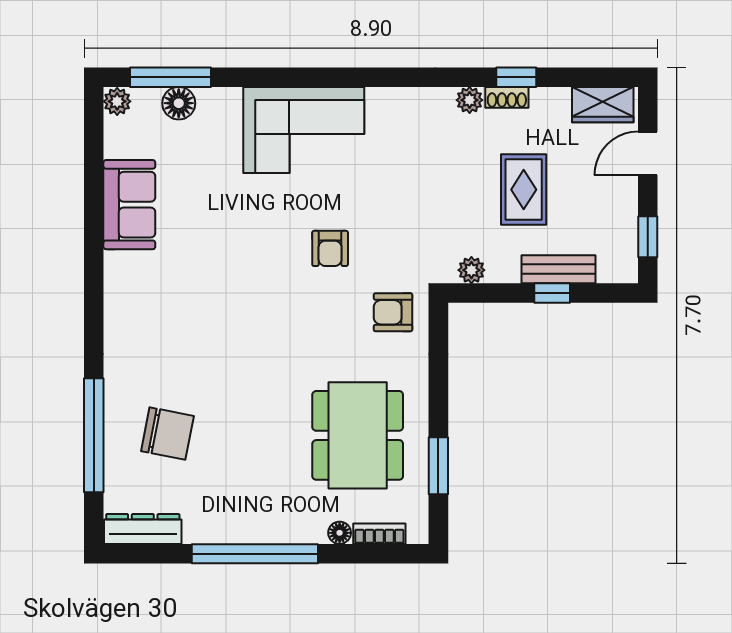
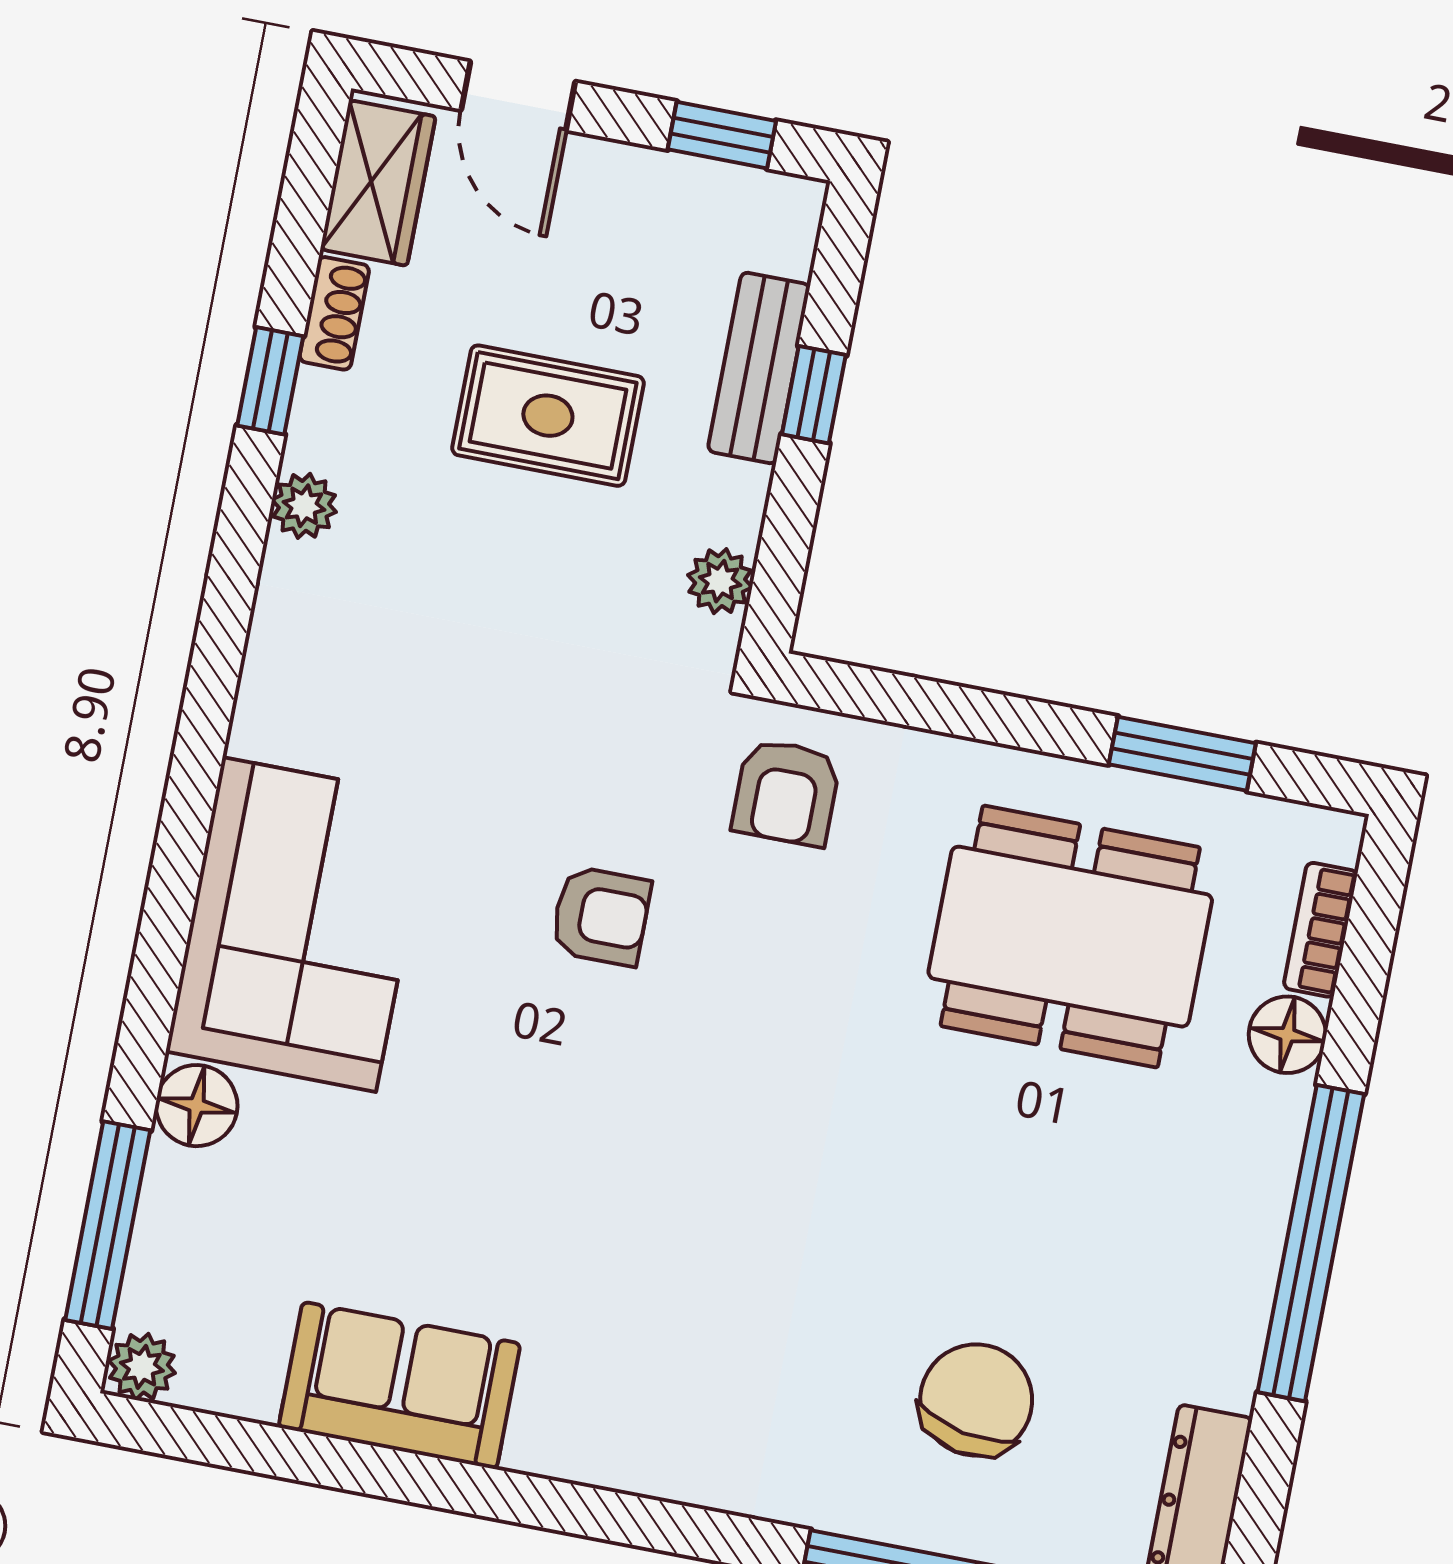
shoe rack: (507, 97) -> (334, 313), moved
floor lamp: (179, 103) -> (197, 1106), moved
floor lamp: (340, 533) -> (1287, 1035), width x1.37, depth x1.37

